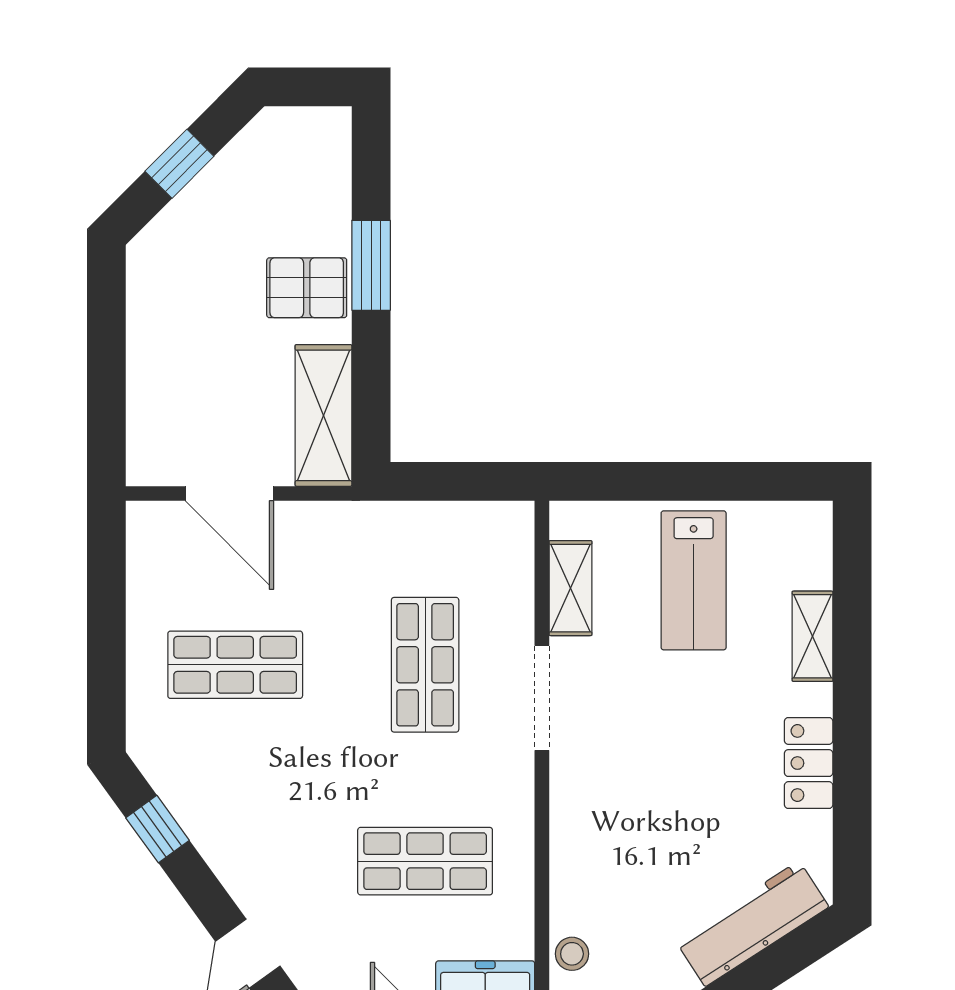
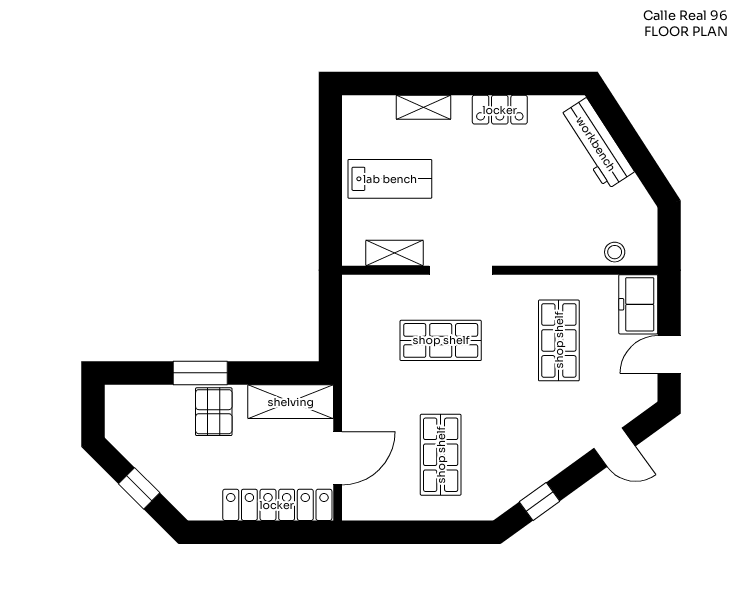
locker: (152, 393) -> (277, 505), added

